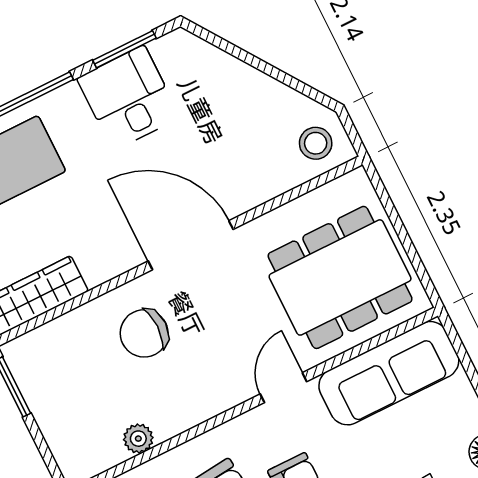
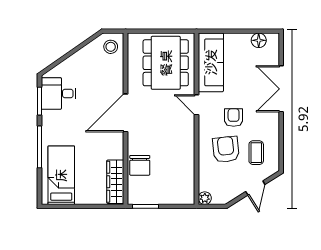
desk: (128, 98) -> (59, 94), moved
chair: (144, 333) -> (140, 165), moved
plant: (138, 439) -> (188, 169), removed

